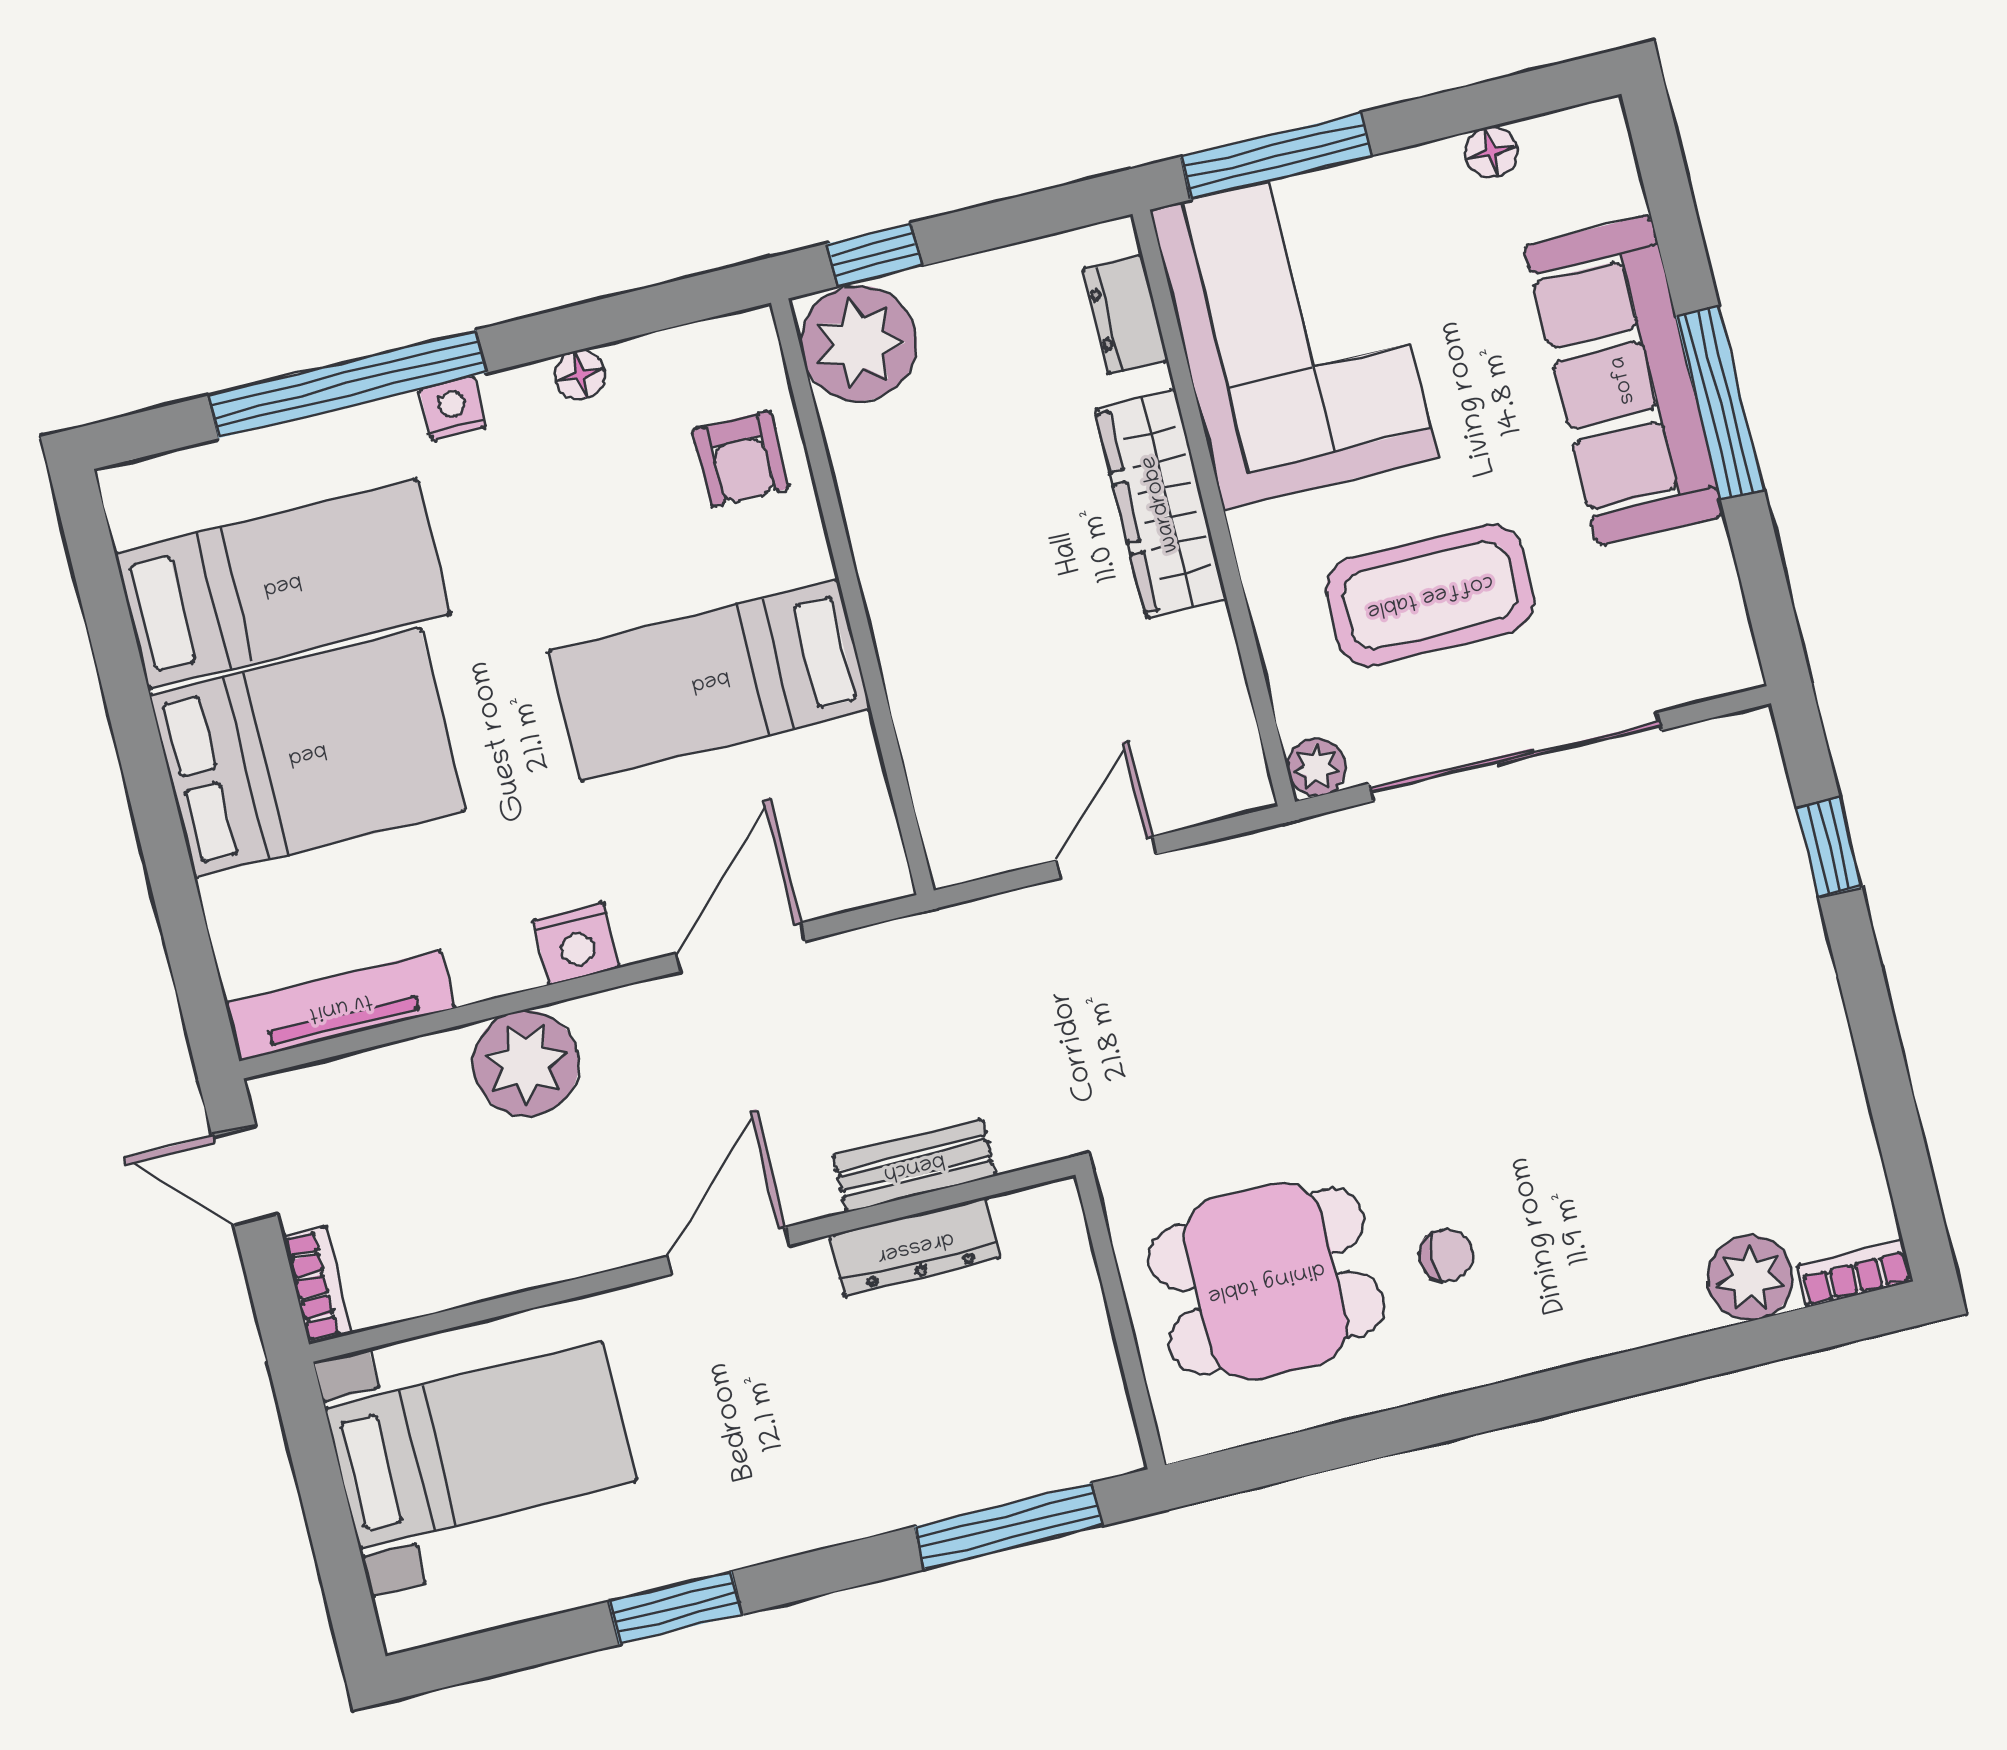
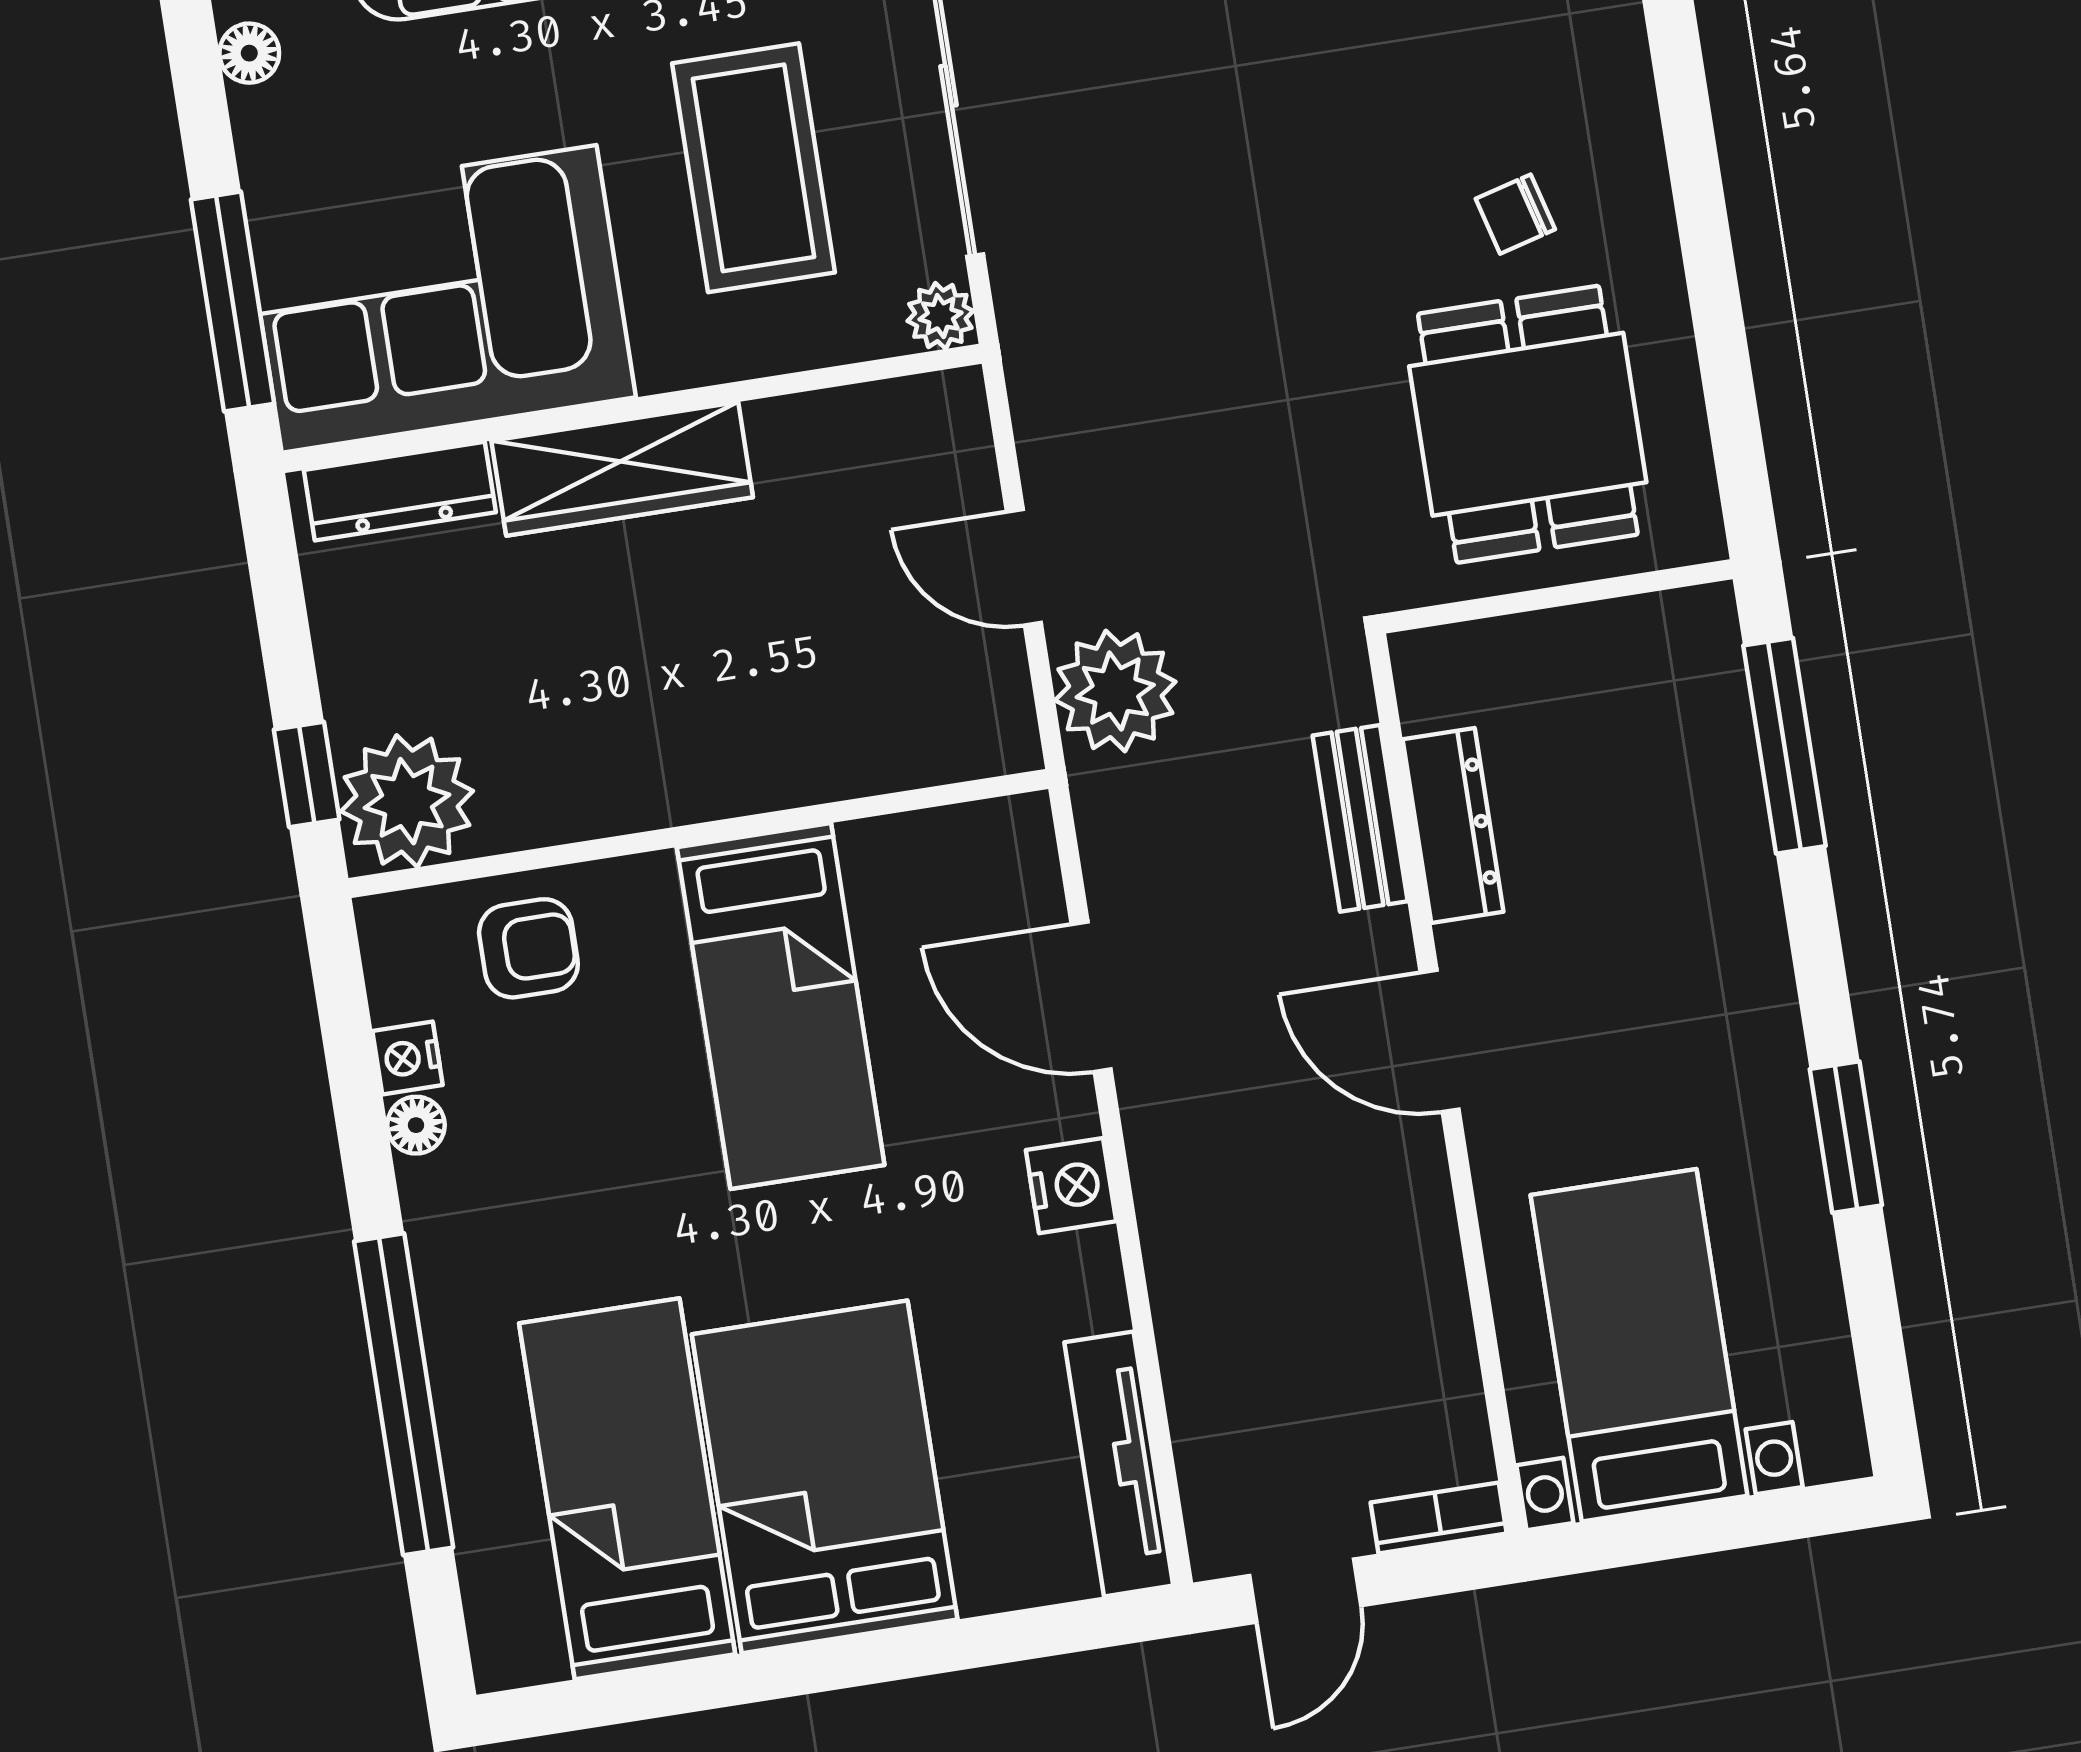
dresser: (1125, 314) -> (400, 491), width x1.44
nightstand: (453, 408) -> (407, 1058), moved
plant: (526, 1063) -> (1115, 691), moved
chair: (1446, 1255) -> (1515, 214), turned -105

